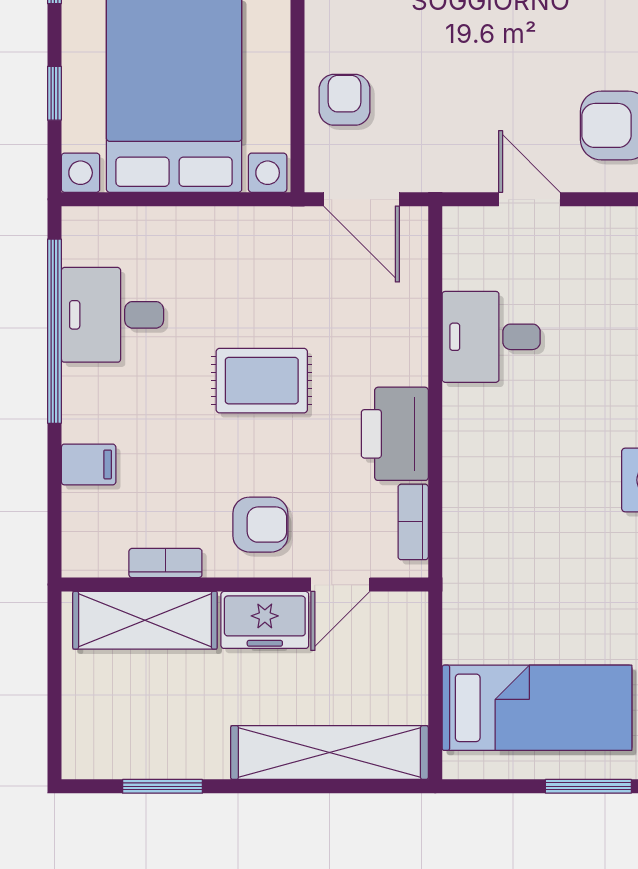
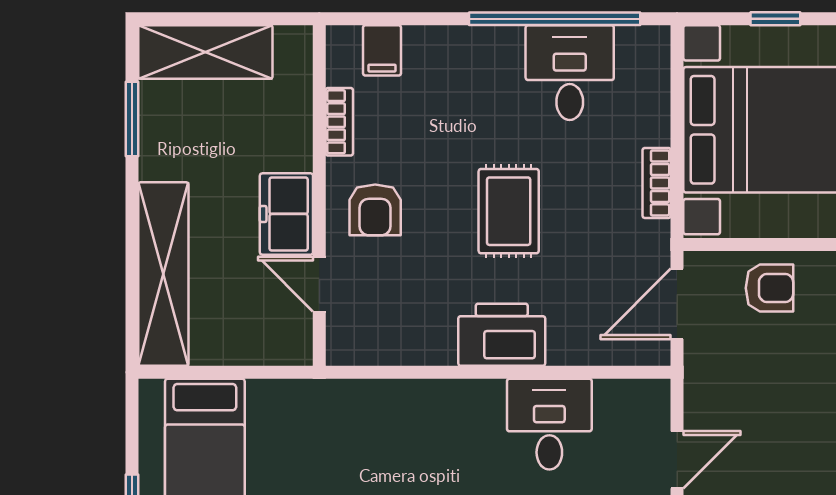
printer: (395, 434) -> (502, 335), moved
filing cabinet: (89, 464) -> (382, 50), moved
bookcase: (413, 522) -> (657, 183), moved, turned -90
shelving: (145, 620) -> (205, 52), moved, turned 90

